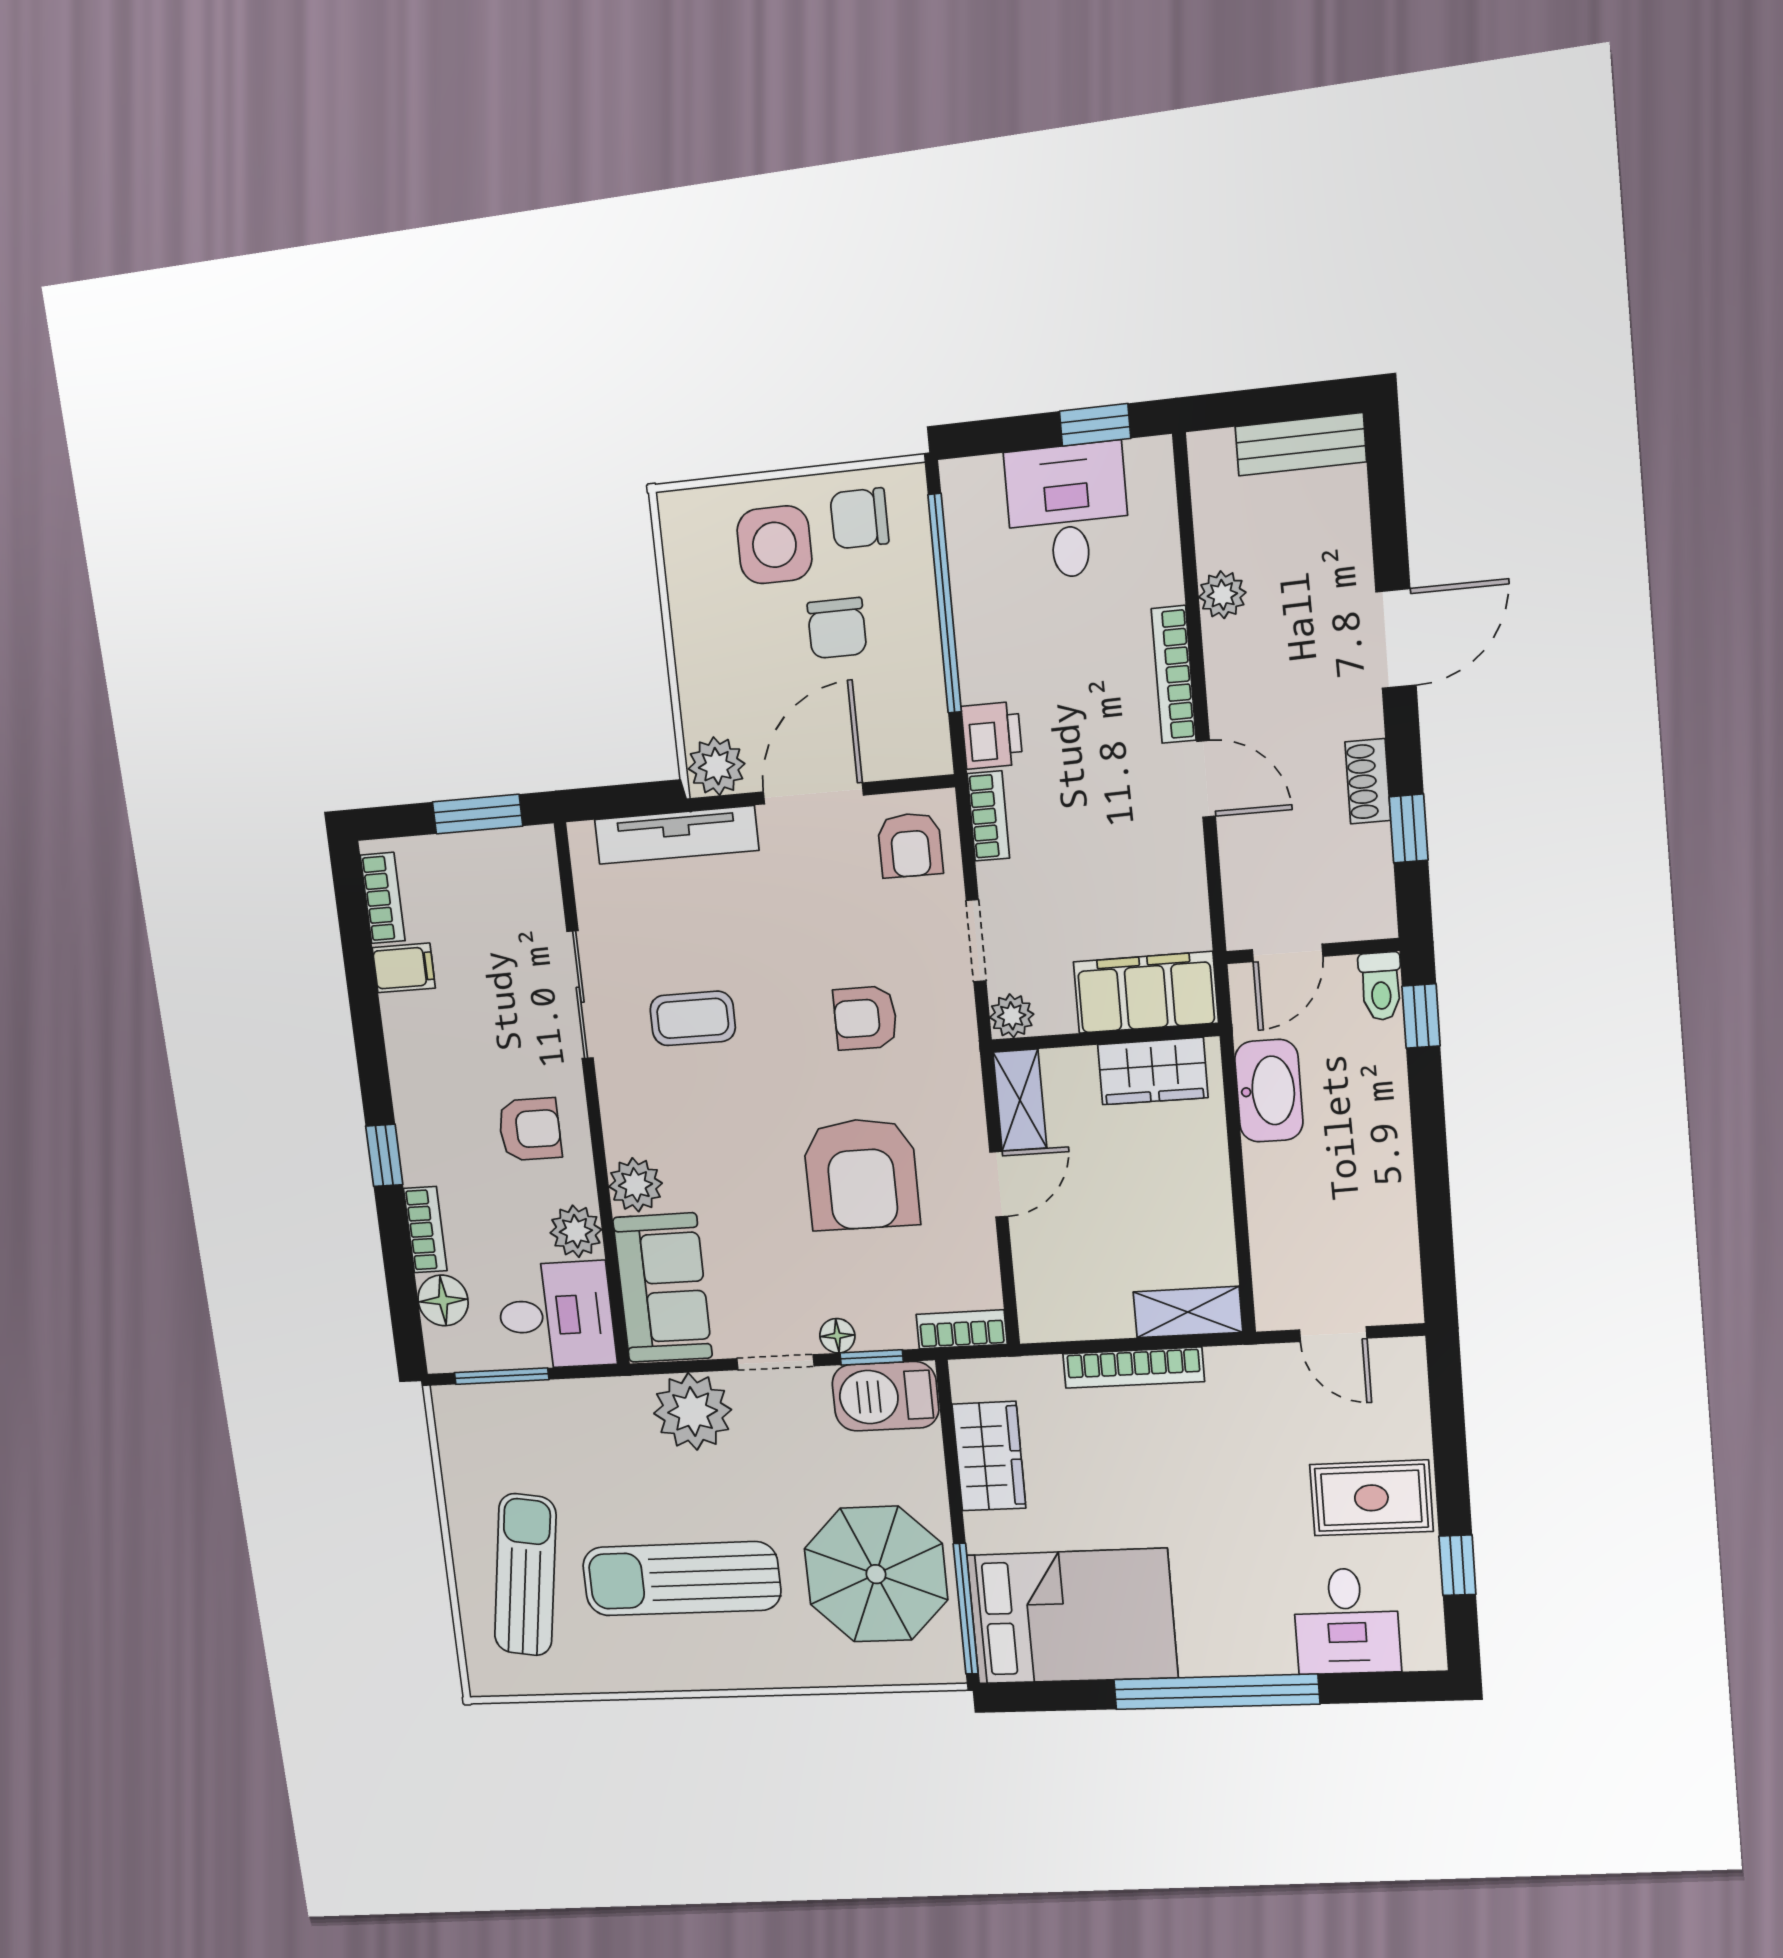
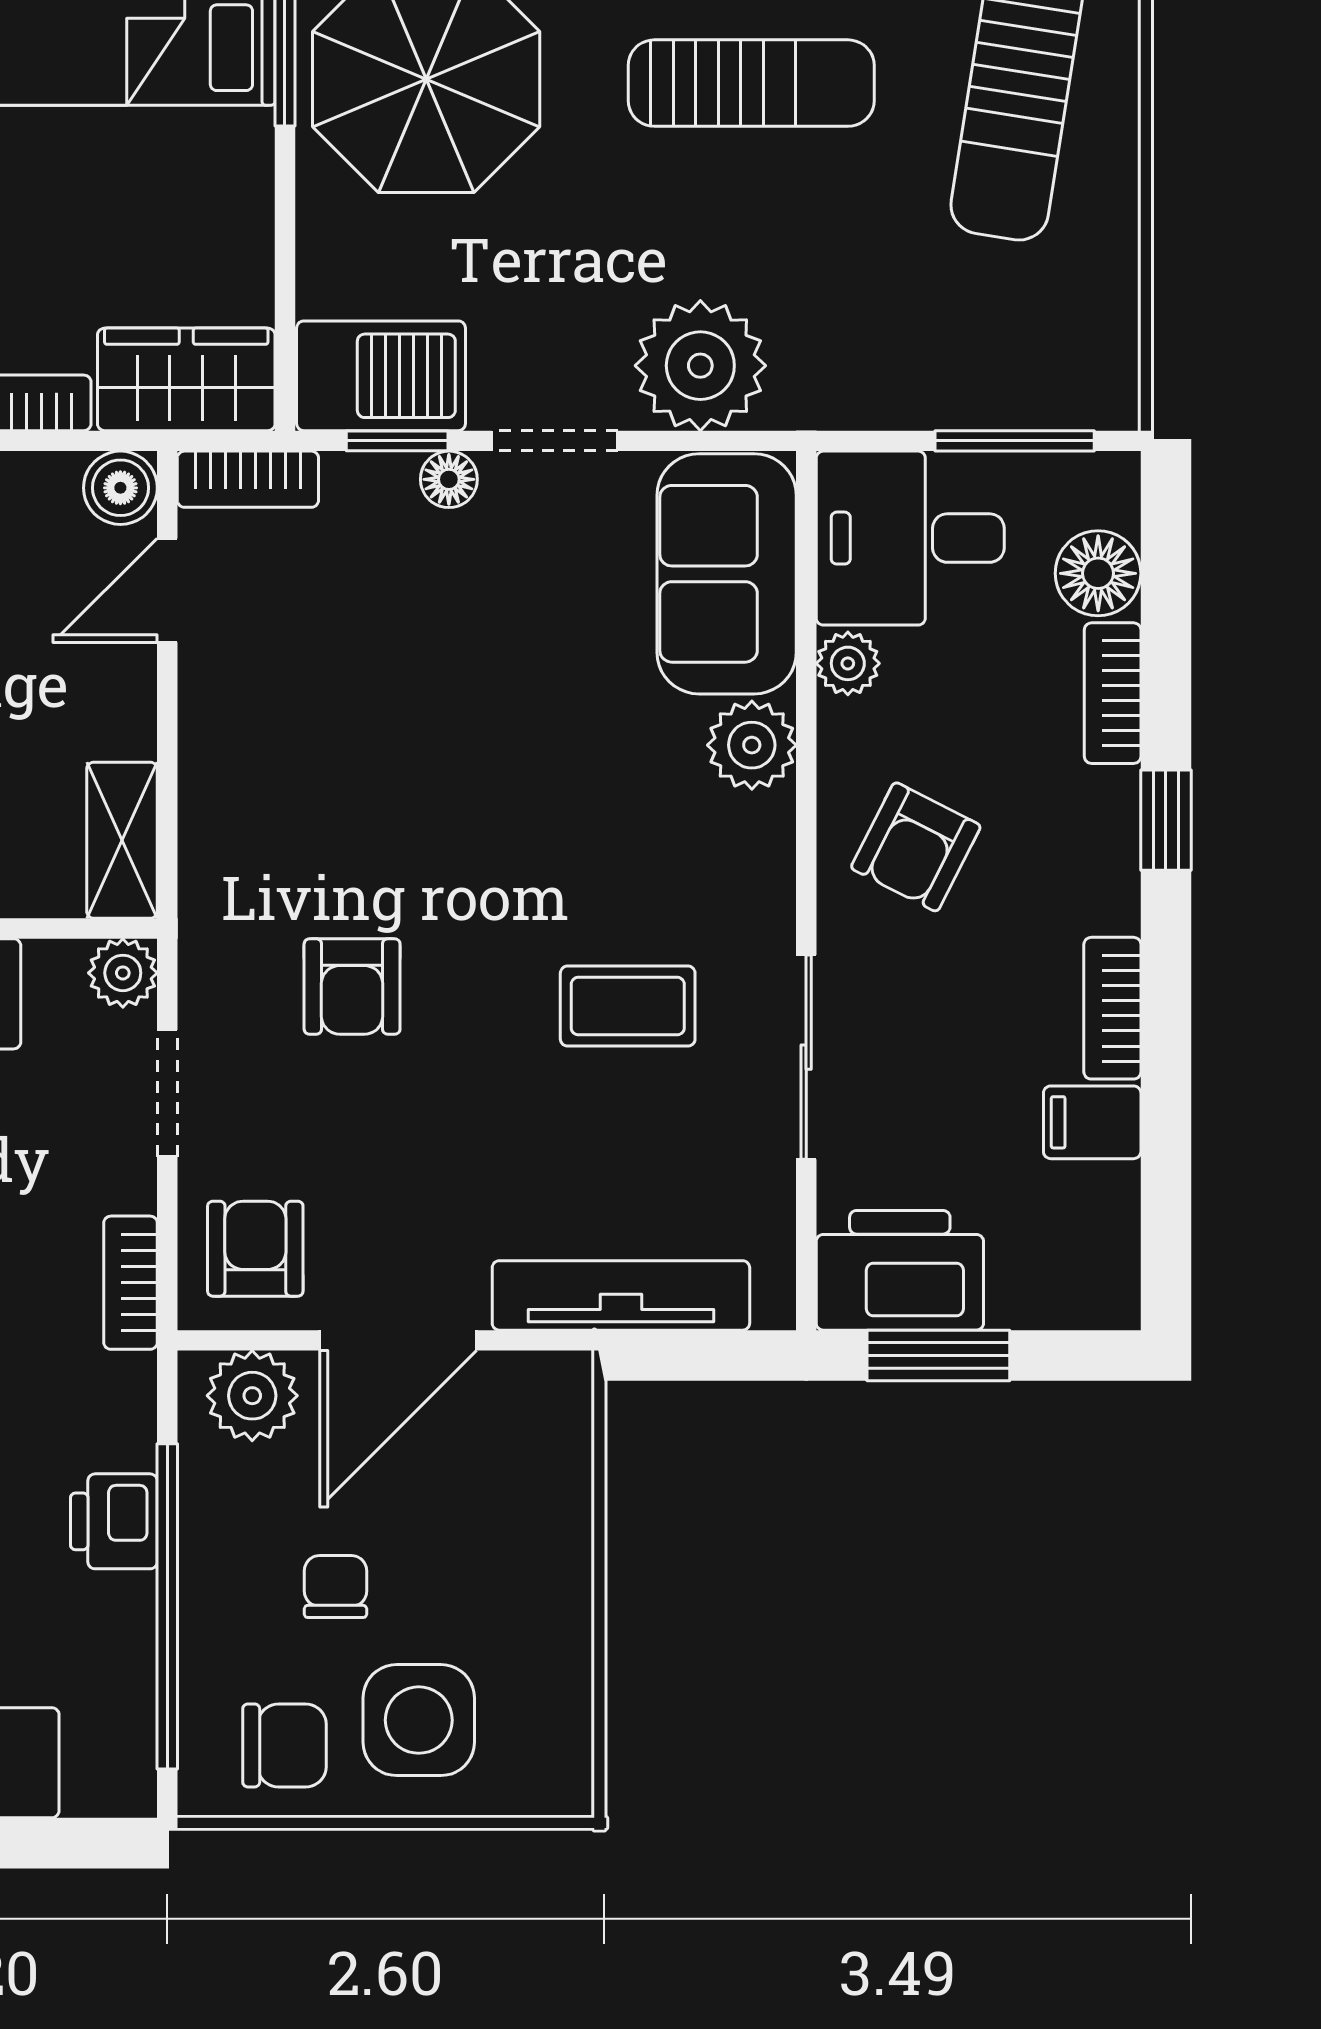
chair: (837, 628) -> (335, 1587), width x0.73, depth x0.73
printer: (992, 735) -> (114, 1521), moved
plant: (717, 766) -> (252, 1396), moved
printer: (507, 866) -> (900, 1270), added
bookcase: (383, 898) -> (1112, 1008), moved
armchair: (865, 1018) -> (352, 986), turned 90
armchair: (530, 1129) -> (916, 847), turned -63
armchair: (861, 1174) -> (384, 739), removed
door: (999, 1184) -> (167, 590), moved
plant: (576, 1231) -> (848, 663), width x0.73, depth x0.73
boiler: (1041, 1320) -> (120, 488), added
wardrobe: (989, 1456) -> (186, 379), moved, turned 90
sun lounger: (681, 1579) -> (751, 83), width x0.73, depth x0.75

